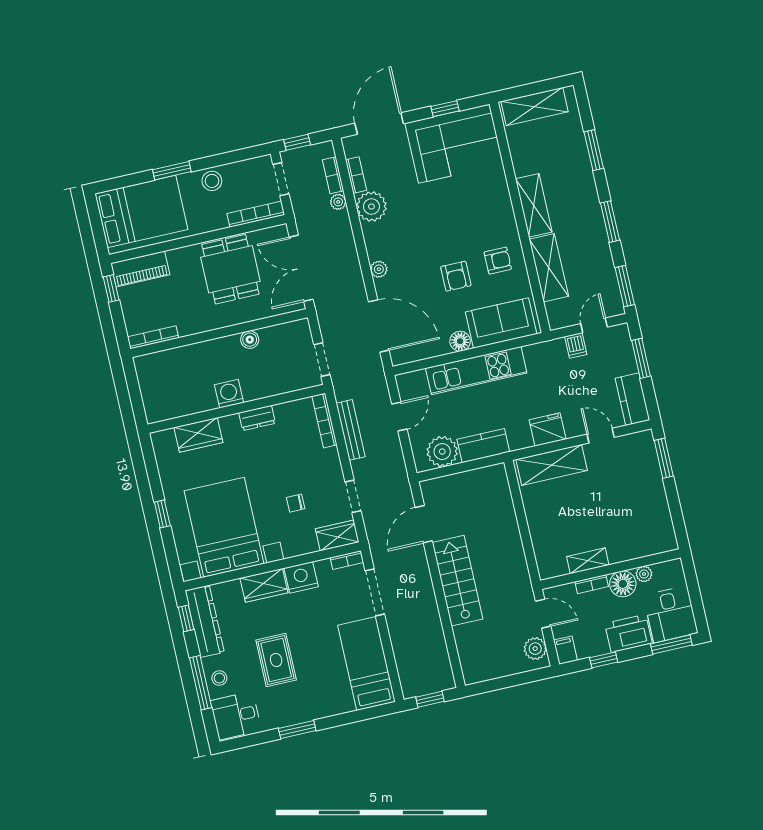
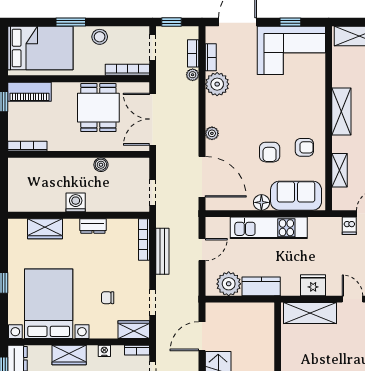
shelving: (549, 268) -> (340, 170), width x0.67, depth x0.75
nightstand: (301, 577) -> (104, 351), width x0.53, depth x0.56

